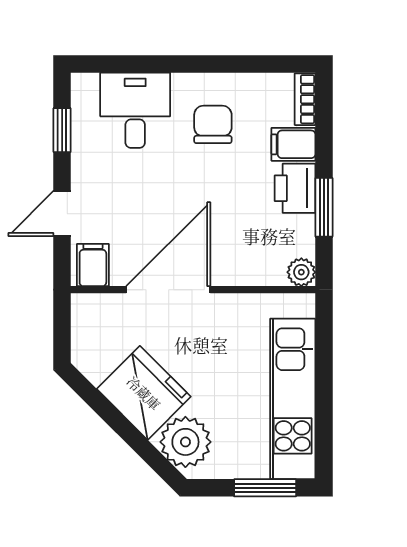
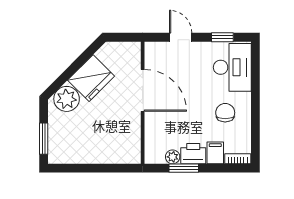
desk: (135, 110) -> (232, 67), width x1.37
chair: (213, 124) -> (225, 113), turned -90
filing cabinet: (93, 265) -> (155, 53), removed
plant: (301, 272) -> (173, 157), moved
kitchen unit: (293, 399) -> (88, 153), removed

